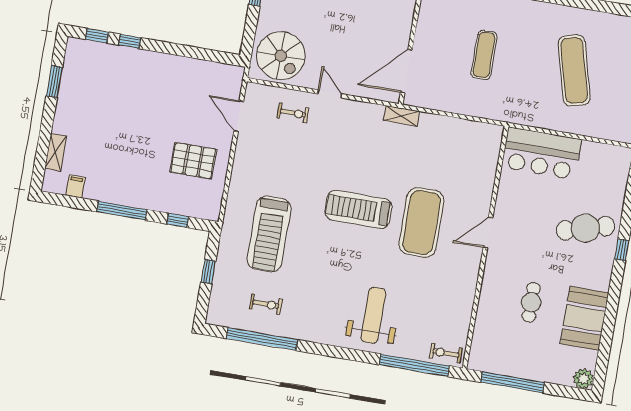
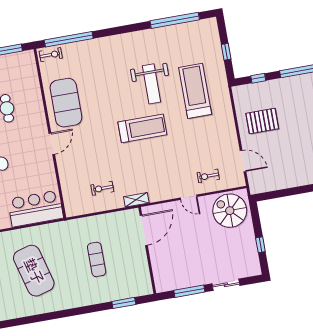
exercise mat: (574, 70) -> (34, 271), width x1.47
exercise mat: (422, 222) -> (66, 103), moved
exercise bike: (266, 304) -> (102, 188), moved
weight bench: (373, 315) -> (152, 84), moved

